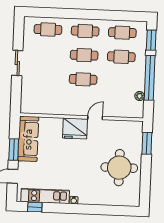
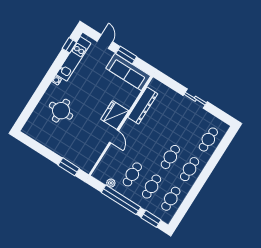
cafe table: (83, 79) -> (132, 174), moved
dresser: (51, 108) -> (143, 106), added
round table: (119, 168) -> (61, 111), moved, width x0.73, depth x0.73

